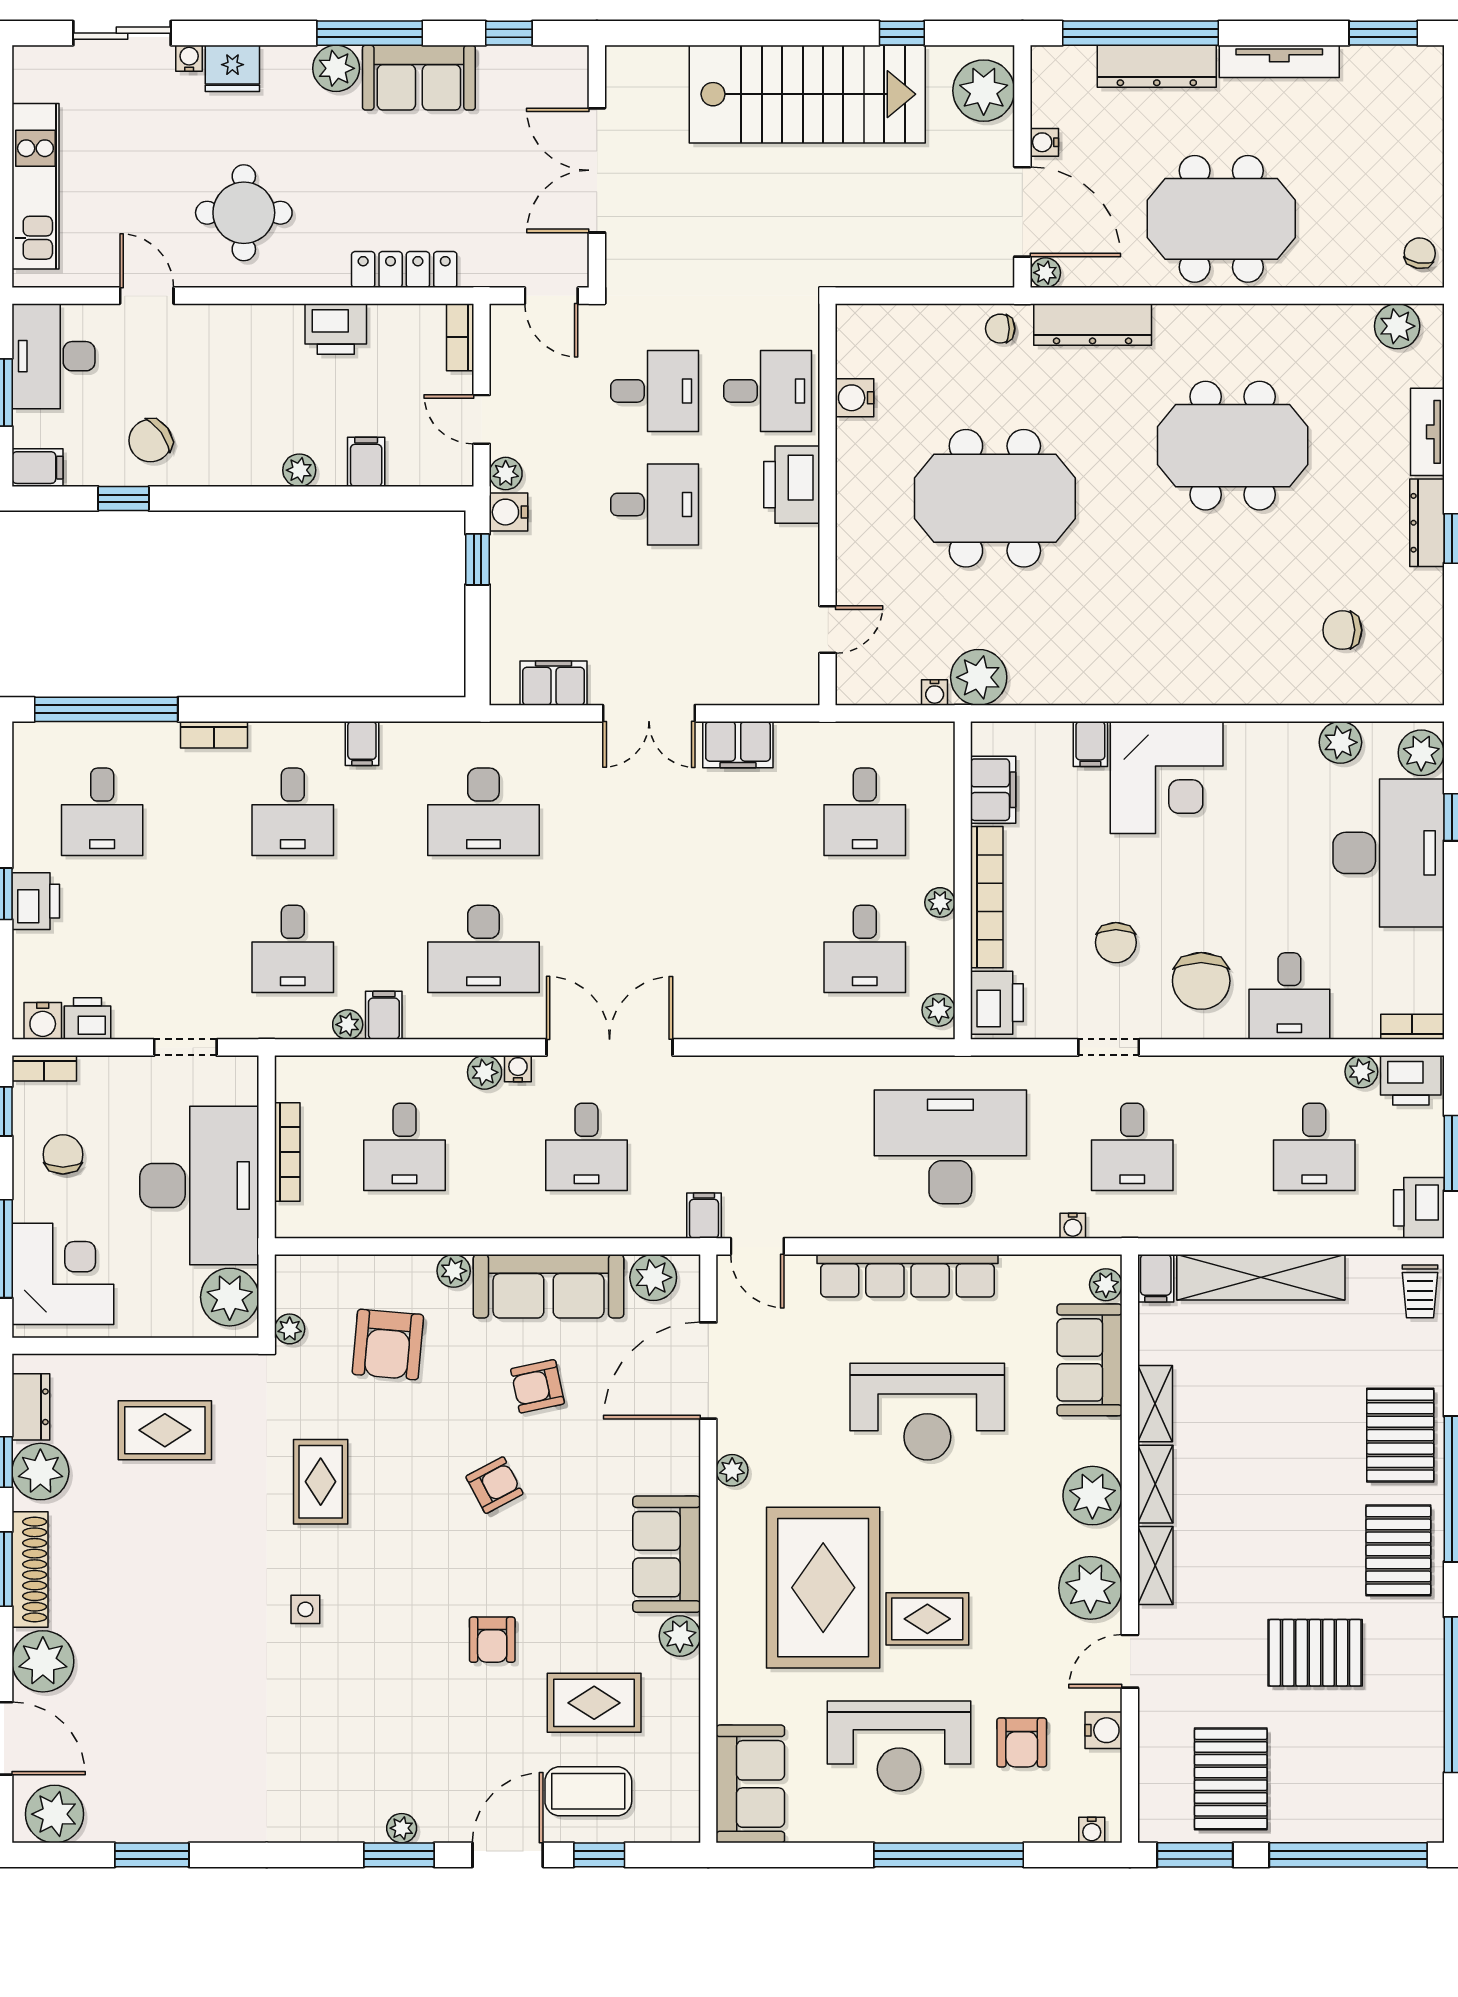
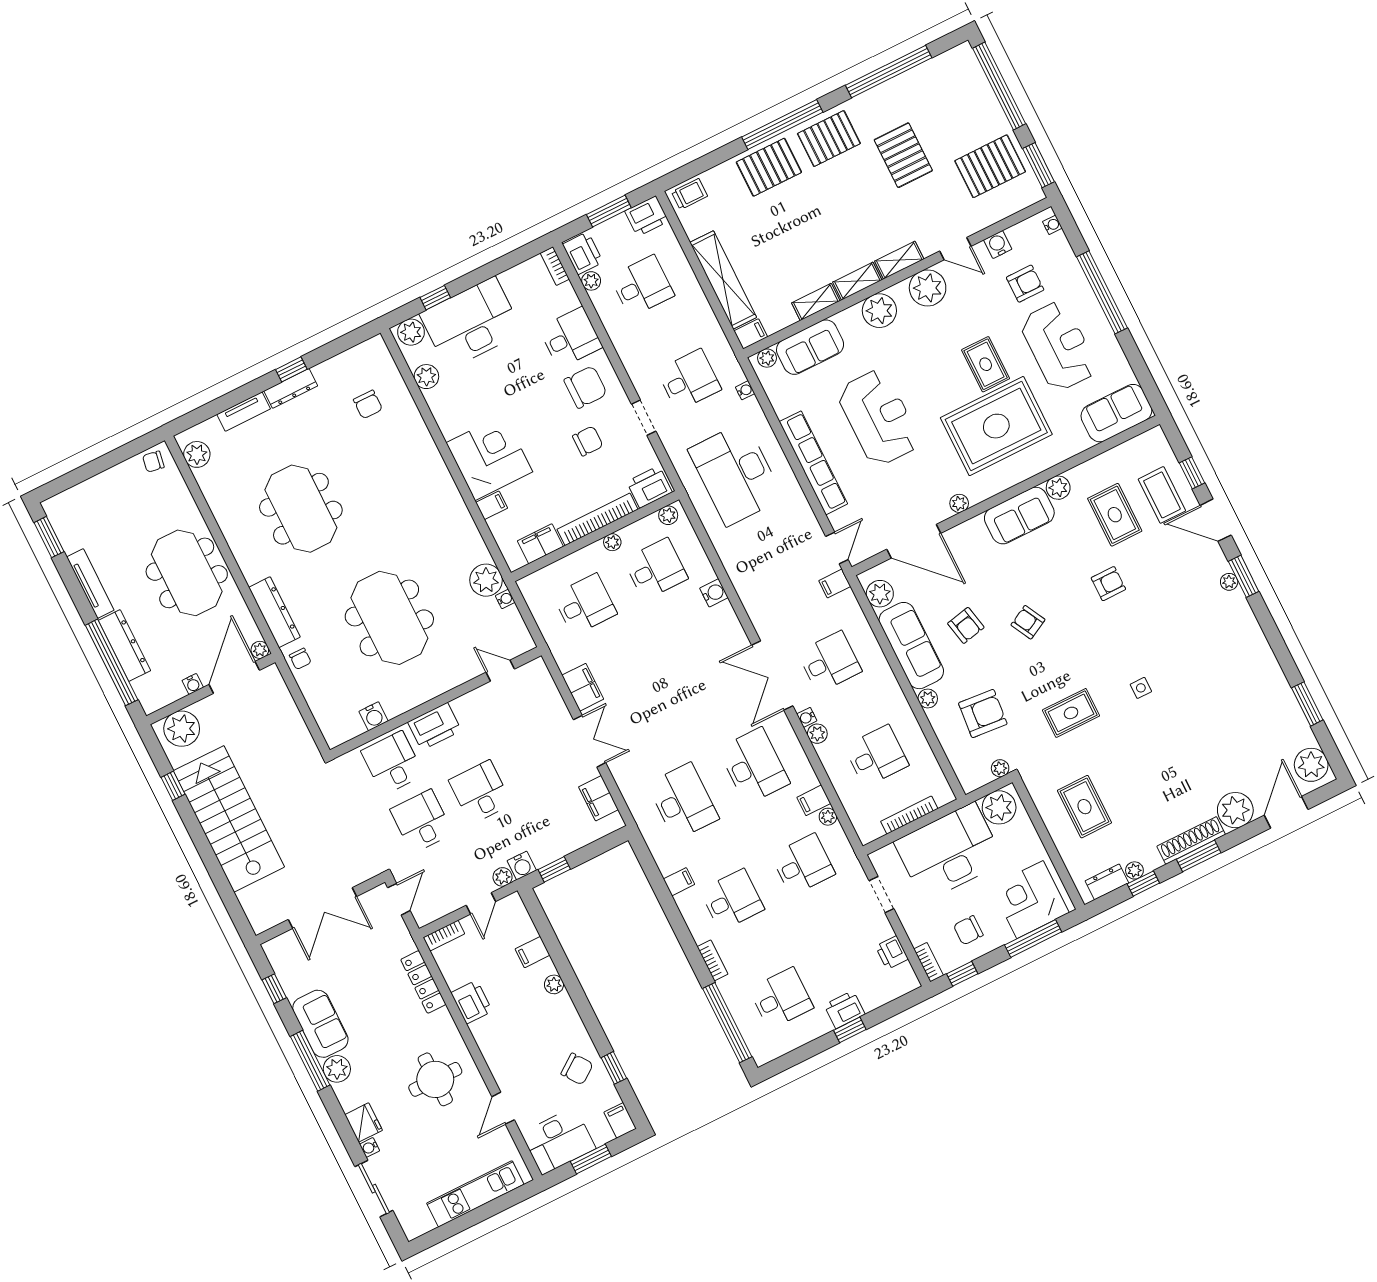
water cooler: (43, 1021) -> (714, 593), moved
plant: (40, 1472) -> (1134, 870), width x0.53, depth x0.53

